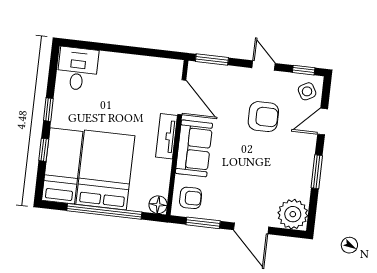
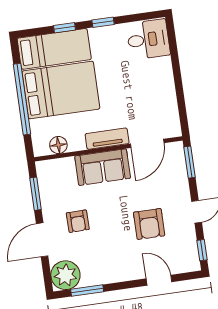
side table: (307, 91) -> (183, 258), removed
window: (317, 172) -> (87, 290), moved
armchair: (191, 198) -> (78, 221), moved
floor lamp: (158, 205) -> (58, 145), moved

